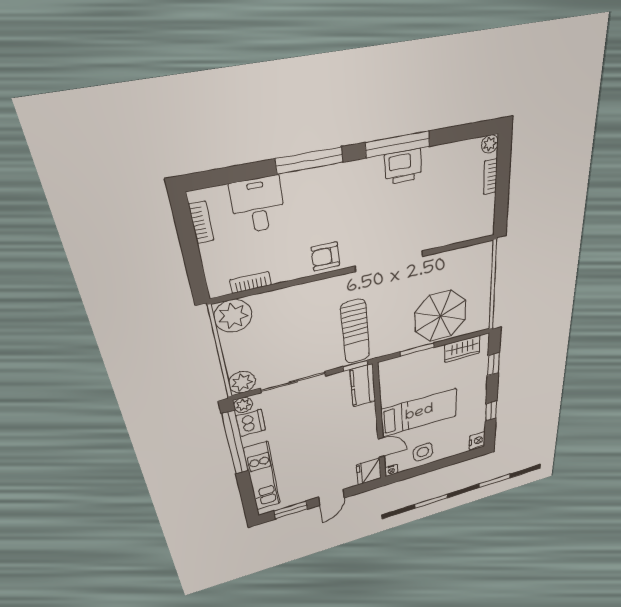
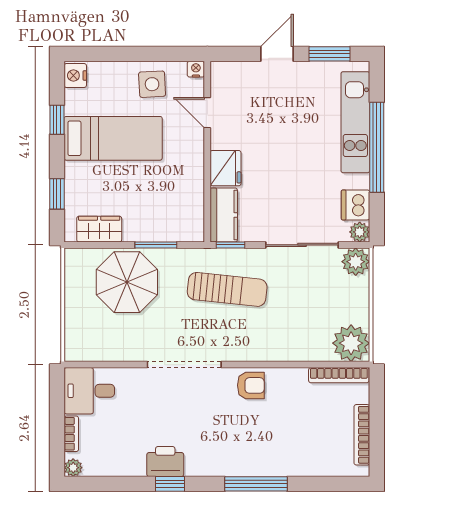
window: (398, 144) -> (170, 484), width x0.46
desk: (258, 205) -> (89, 391), moved, turned 90
bookcase: (201, 222) -> (362, 435), width x1.56
bookcase: (251, 283) -> (339, 375), width x1.56
sun lounger: (355, 332) -> (227, 289), turned 96
bed: (419, 413) -> (113, 138), moved, turned 180
window: (235, 443) -> (377, 147), moved
fridge: (369, 471) -> (225, 168), moved

